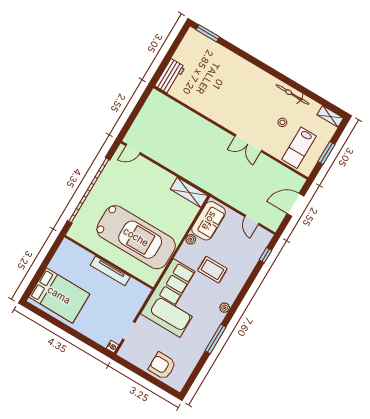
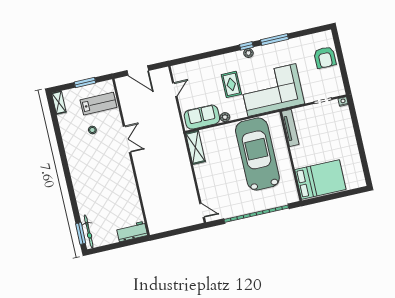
bicycle: (293, 95) -> (89, 231), moved
window: (265, 255) -> (246, 46), moved
tv unit: (110, 271) -> (290, 128), moved
bed: (59, 295) -> (320, 180), moved, turned 90

